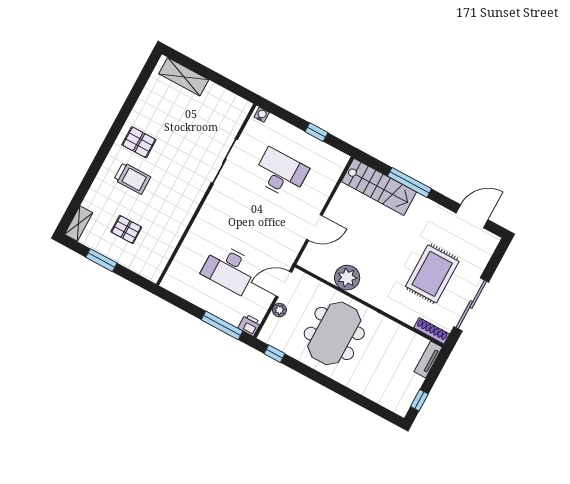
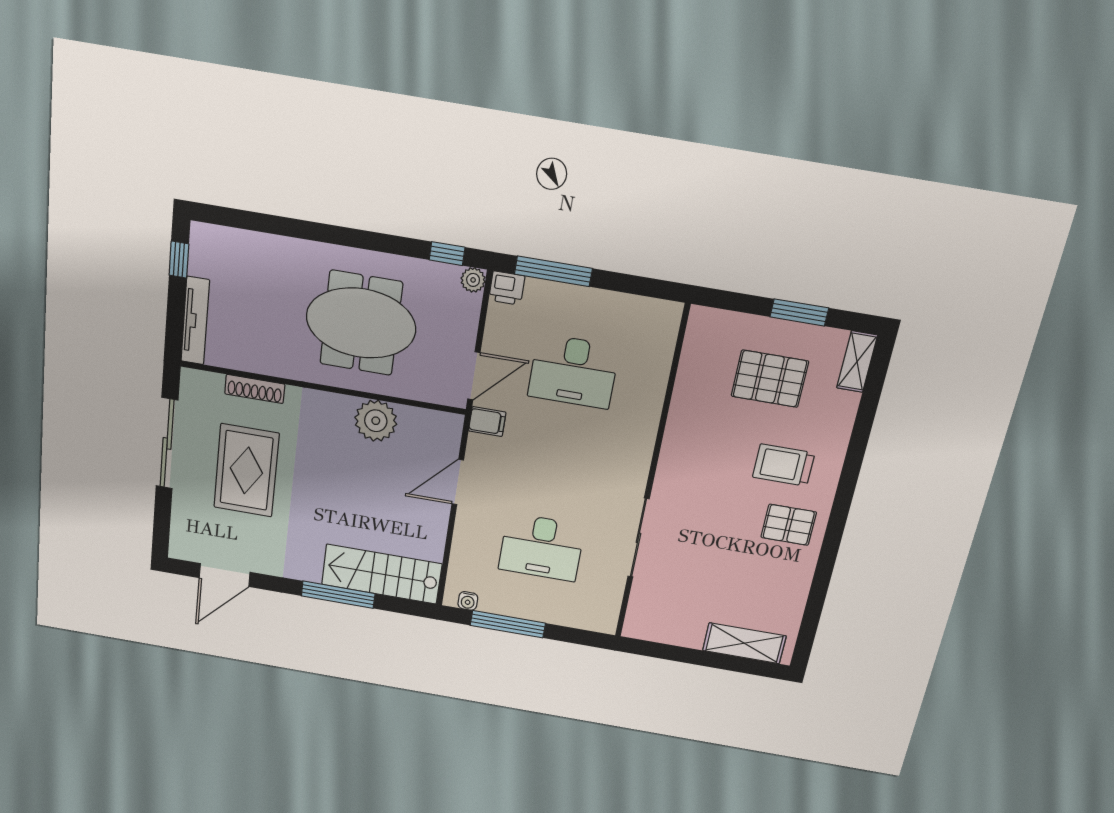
water cooler: (262, 115) -> (468, 601), moved
window: (316, 132) -> (508, 624), width x2.17
pallet: (126, 229) -> (770, 379), width x1.50, depth x1.42
filing cabinet: (285, 257) -> (487, 422), added
desk: (229, 269) -> (573, 371), turned 180
plant: (279, 310) -> (473, 280), moved
shoe rack: (432, 331) -> (255, 389), moved
meeting table: (334, 333) -> (361, 323), turned 90
tv unit: (428, 359) -> (195, 321), width x1.41

